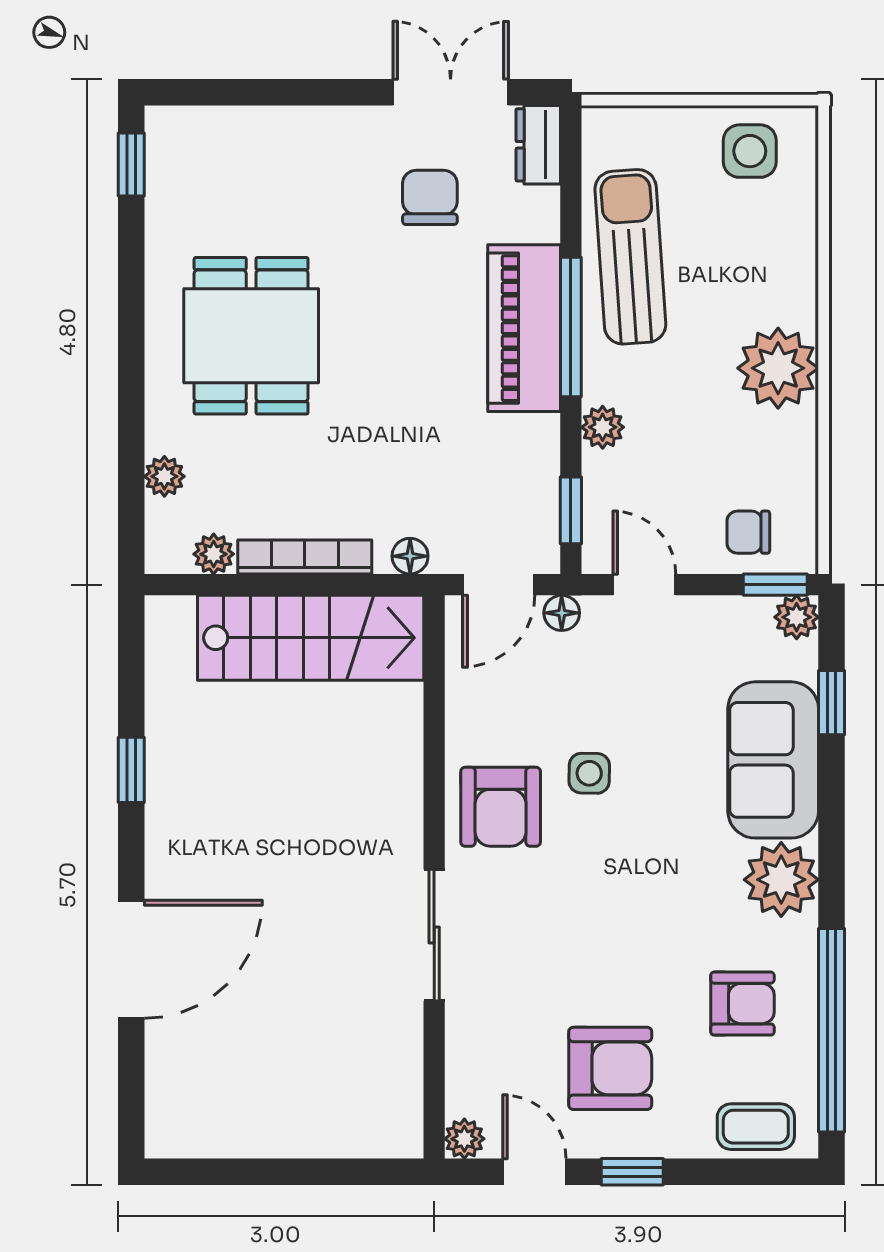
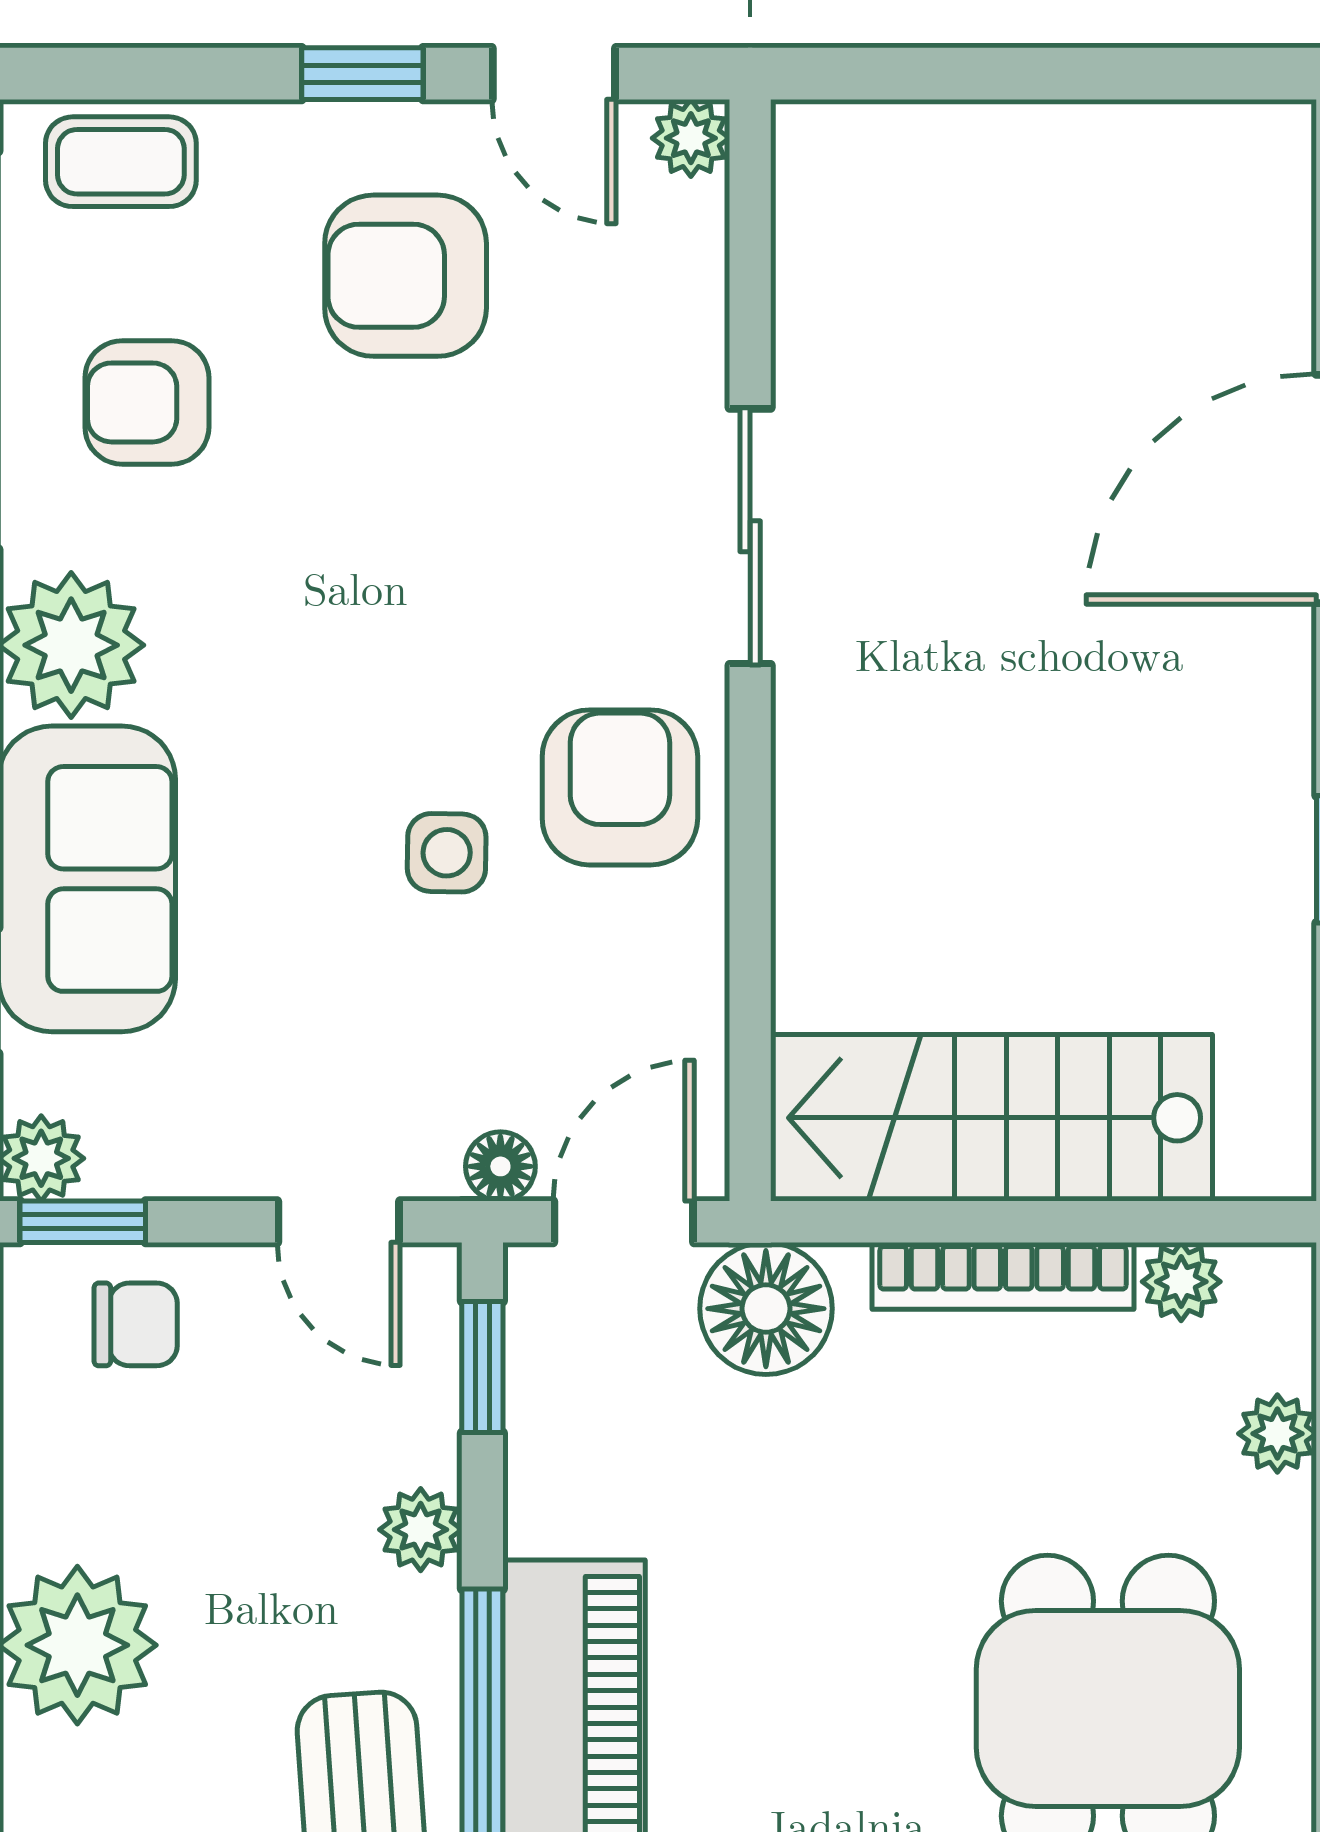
floor lamp: (410, 556) -> (766, 1309), width x1.89, depth x1.89

